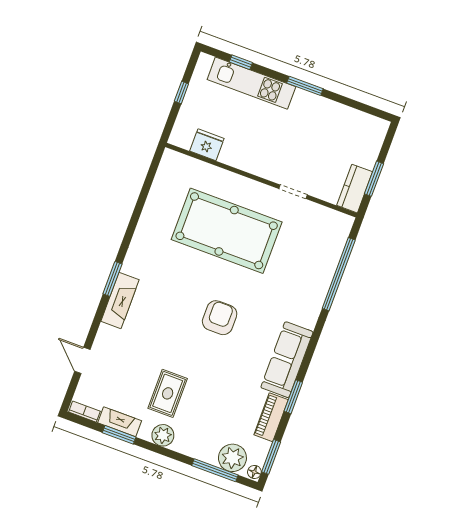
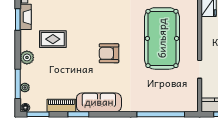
armchair: (220, 318) -> (109, 53), turned 180
plant: (163, 435) -> (27, 57), moved
plant: (232, 458) -> (25, 88), width x0.53, depth x0.53

